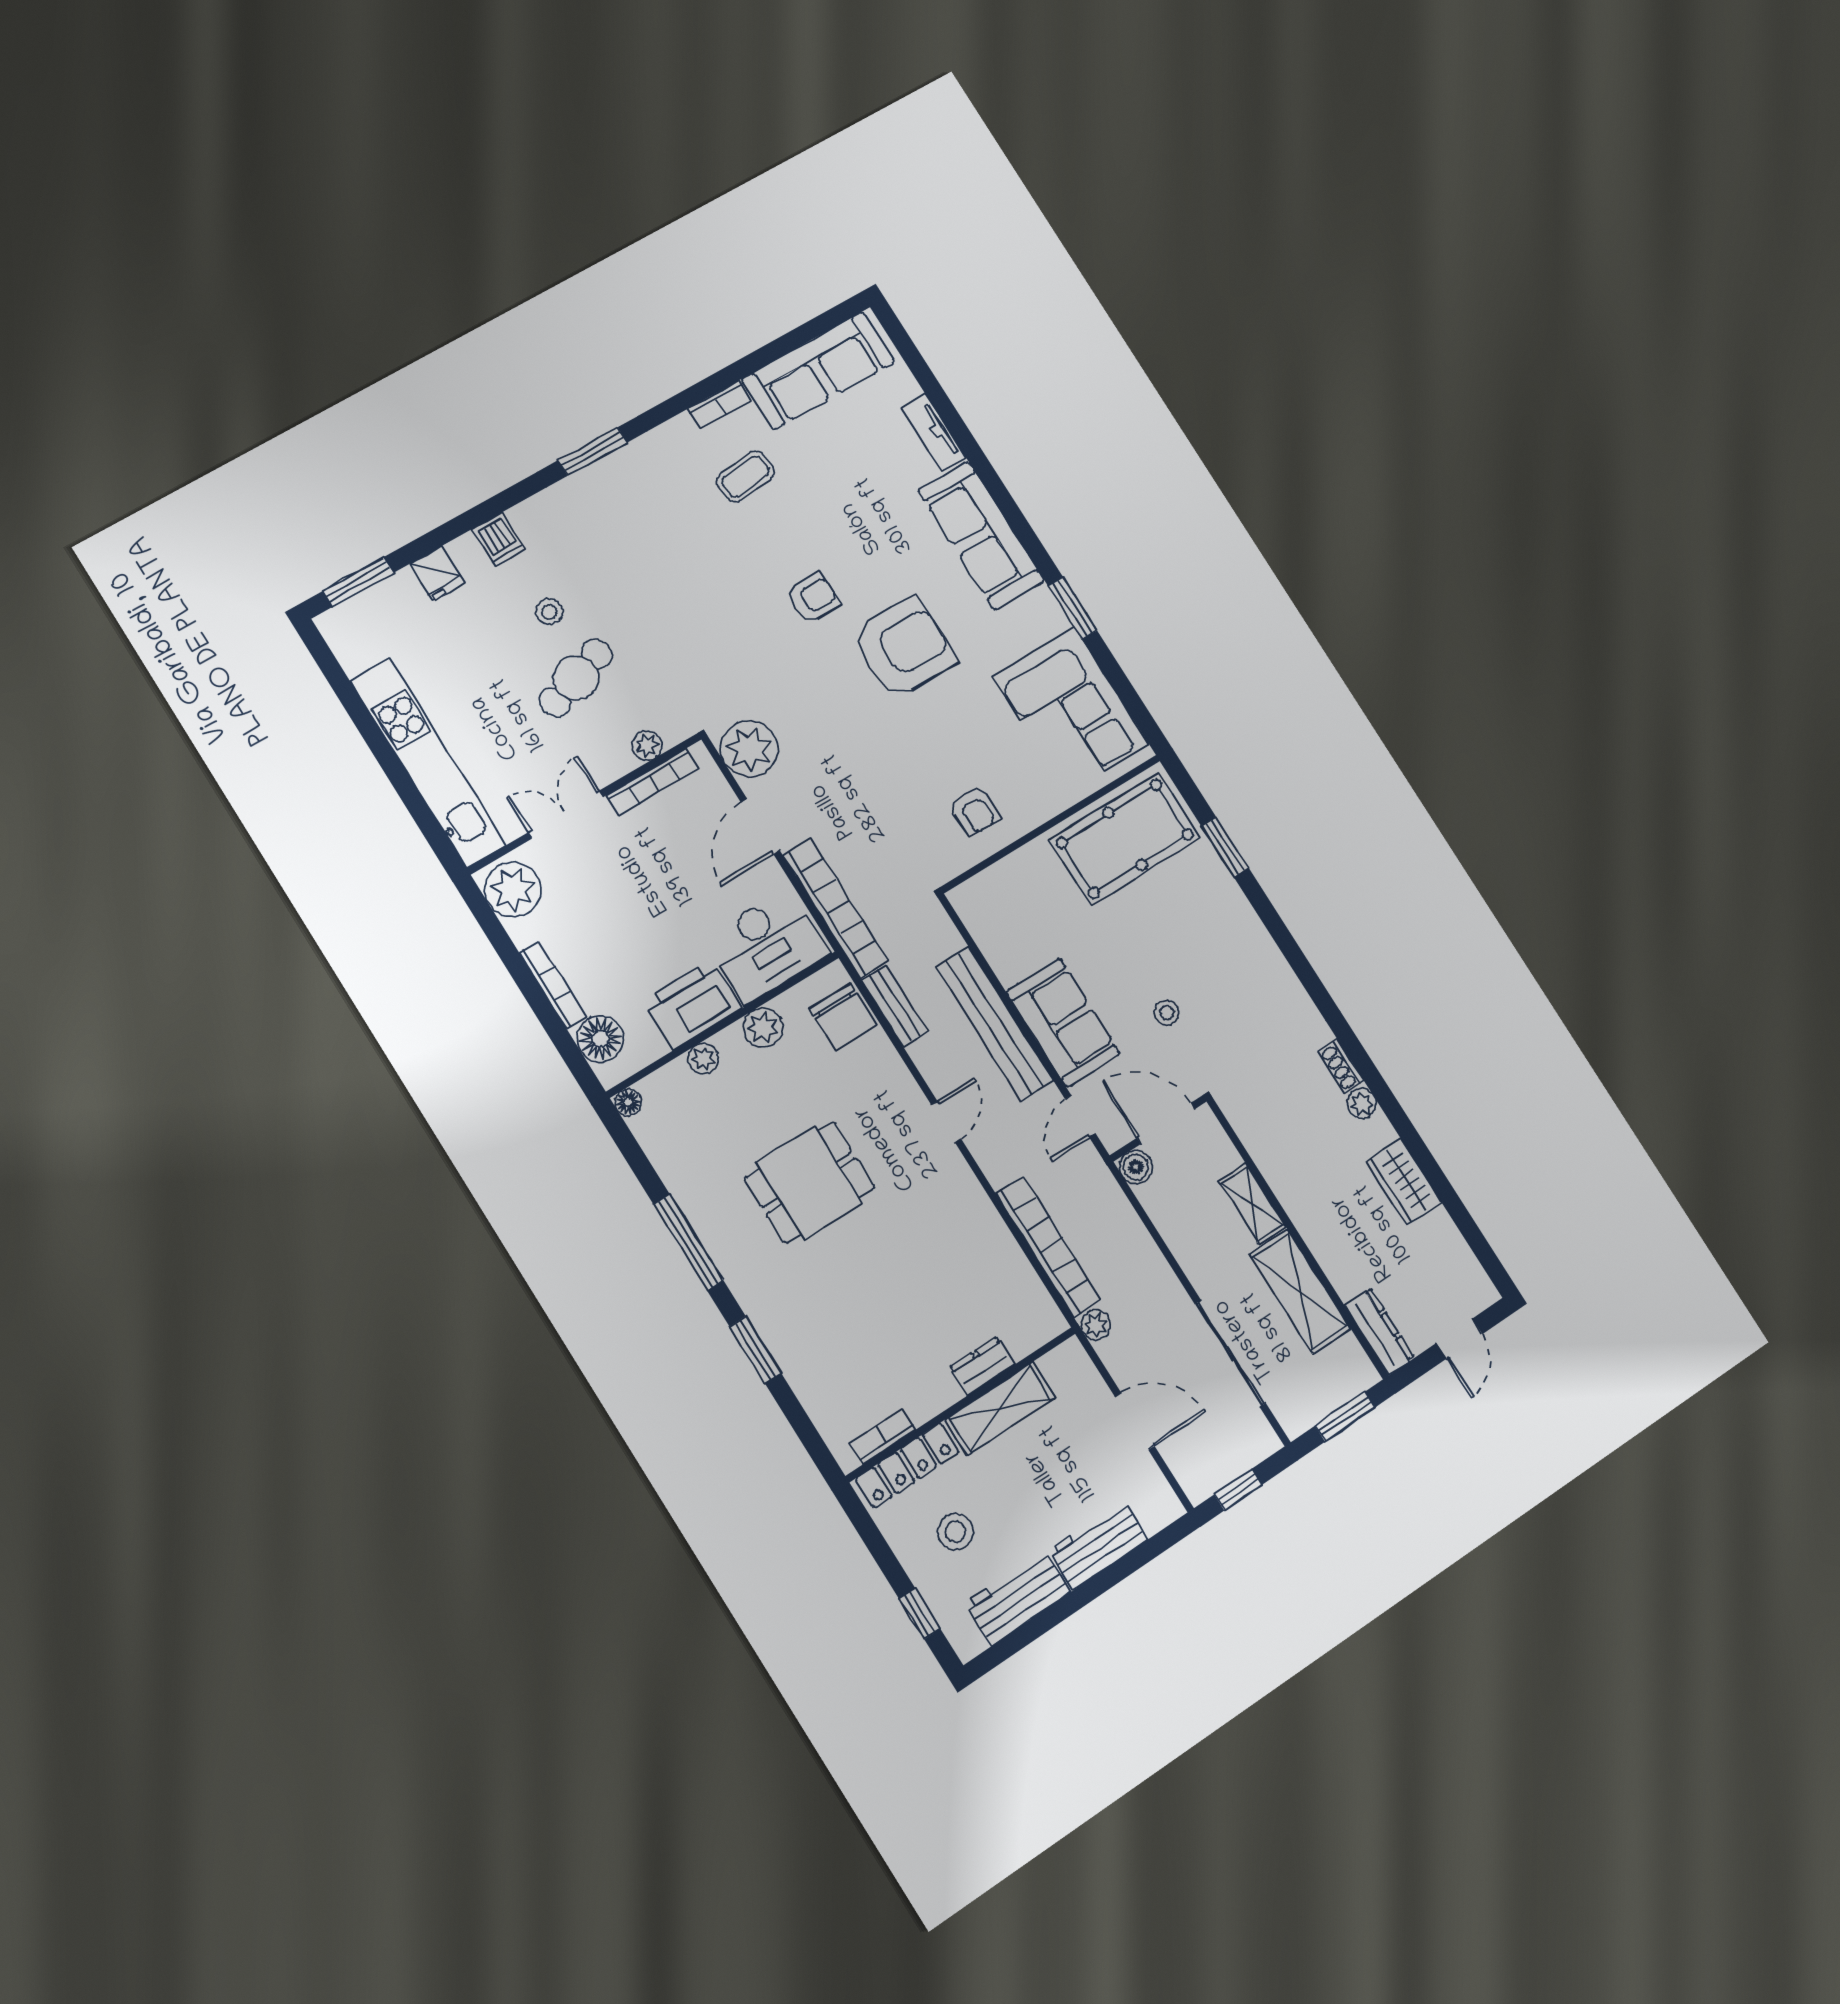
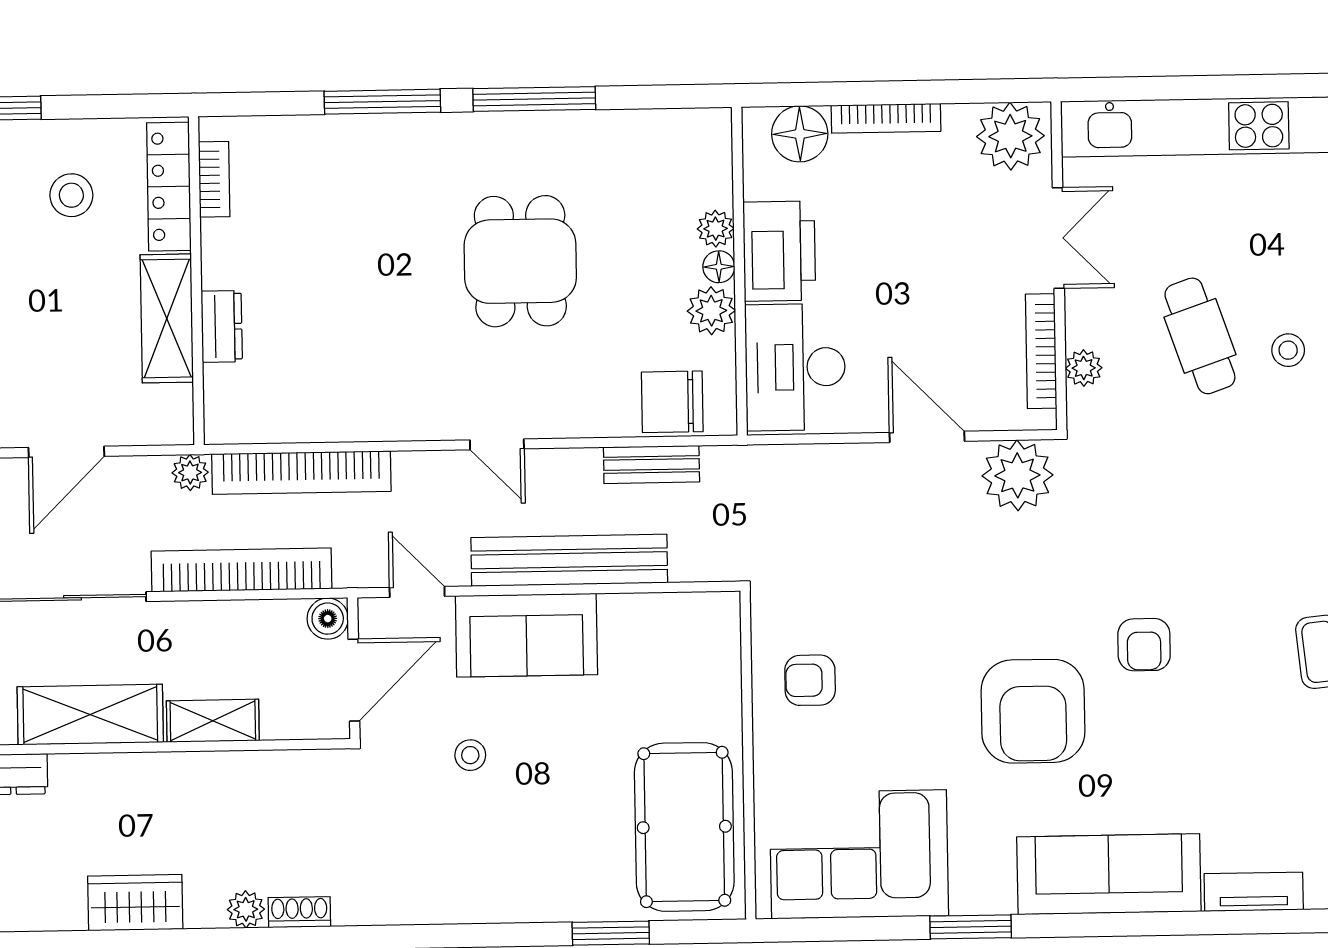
bookcase: (835, 908) -> (242, 570), moved, turned 180
floor lamp: (628, 1102) -> (719, 267), moved
window: (755, 1350) -> (382, 102), width x1.44

